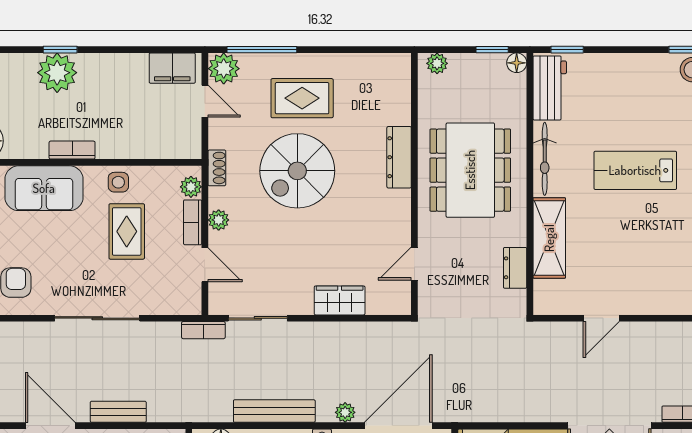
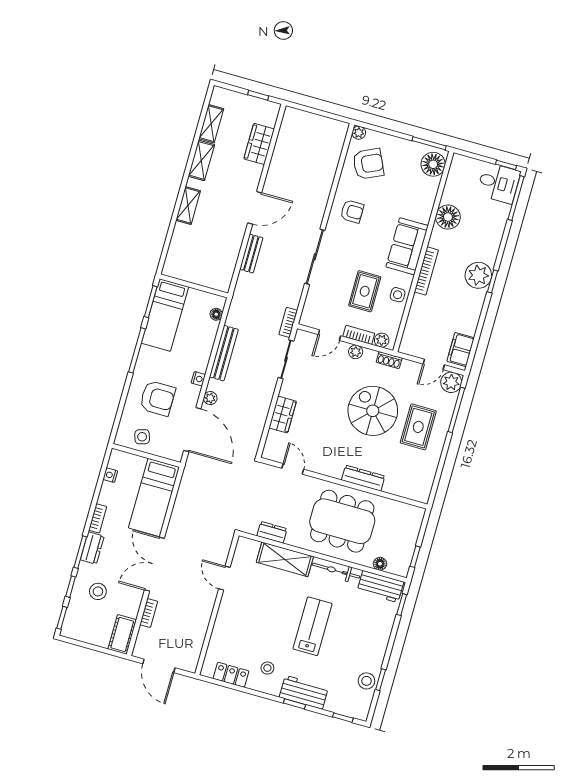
plant: (437, 63) -> (416, 519), removed
floor lamp: (517, 63) -> (380, 564), moved
bookcase: (72, 150) -> (426, 271), width x1.56
rug: (127, 231) -> (365, 291), turned 90

